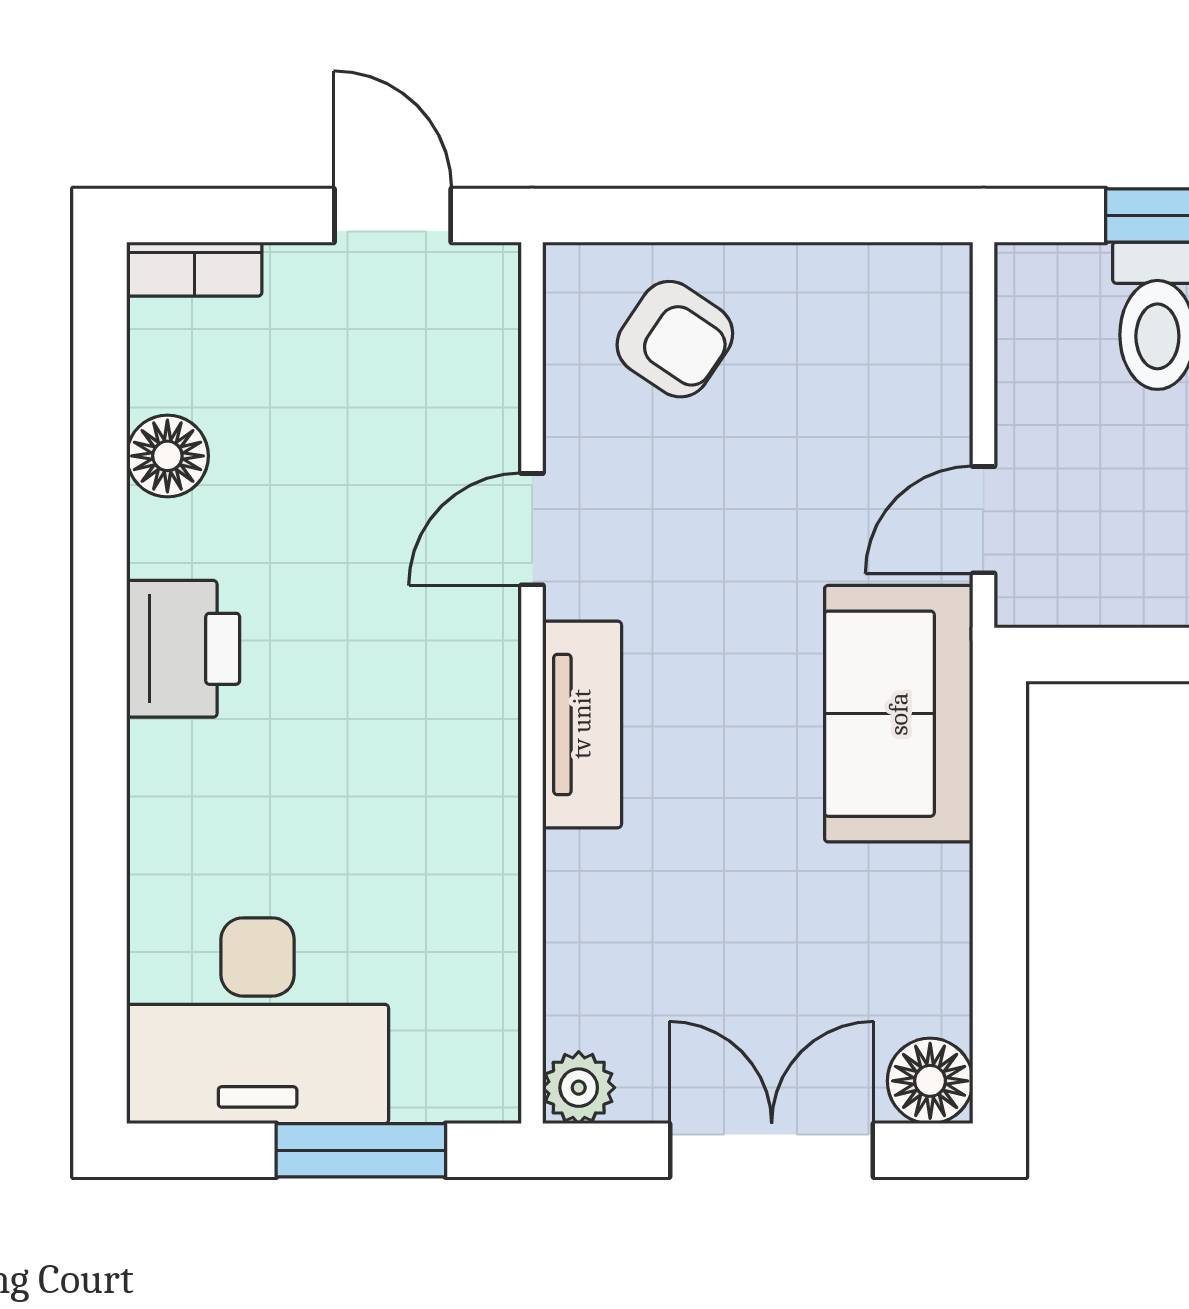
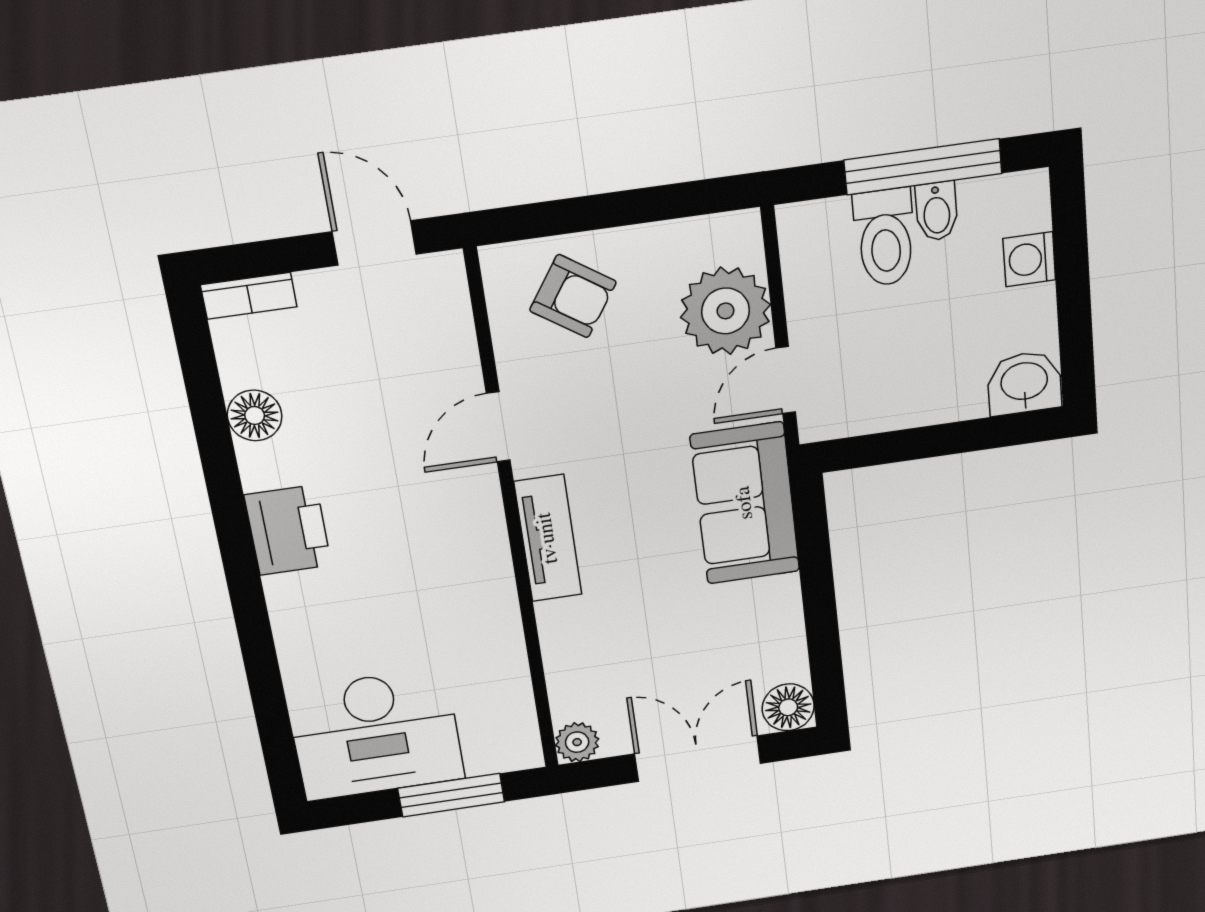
plant: (903, 396) -> (725, 311), added

